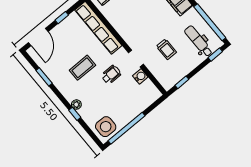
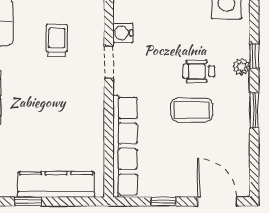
door: (38, 37) -> (217, 201), hinge flipped
wheelchair: (111, 75) -> (199, 71), moved
window: (44, 77) -> (254, 110), moved

